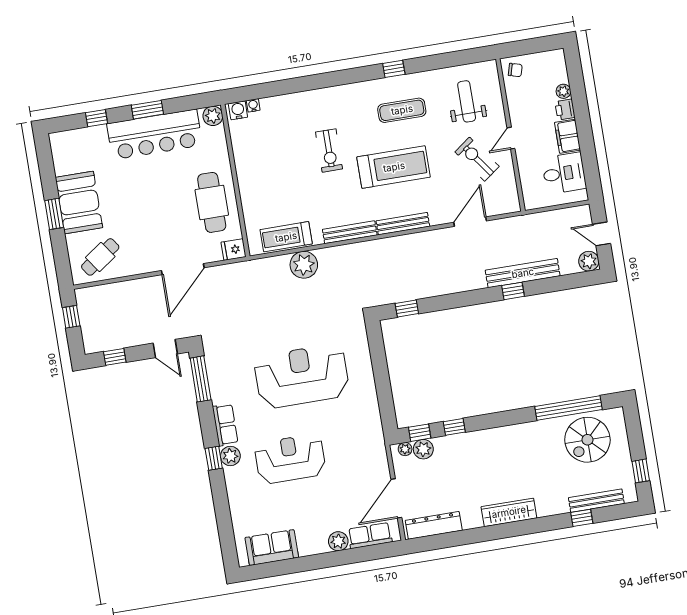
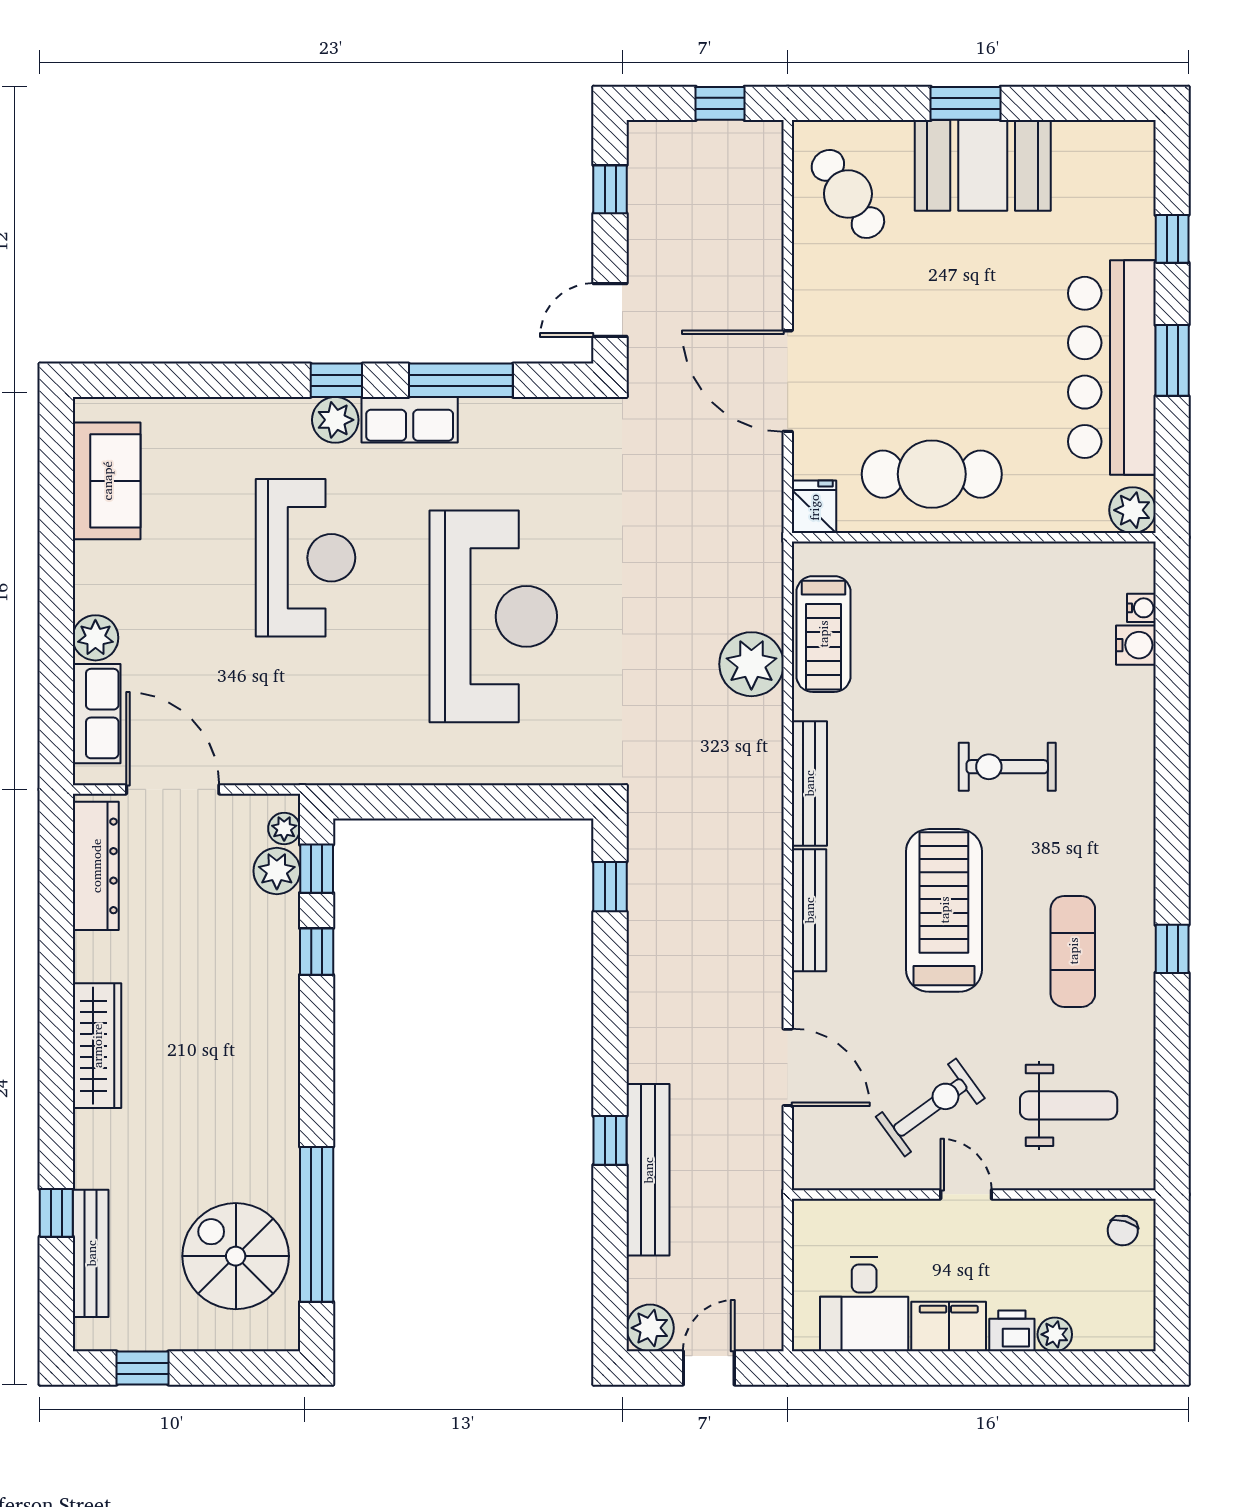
water cooler: (238, 110) -> (1136, 645), moved
treadmill: (394, 167) -> (944, 910), turned 180
treadmill: (286, 237) -> (823, 634), turned 180
window: (201, 379) -> (461, 380), moved

